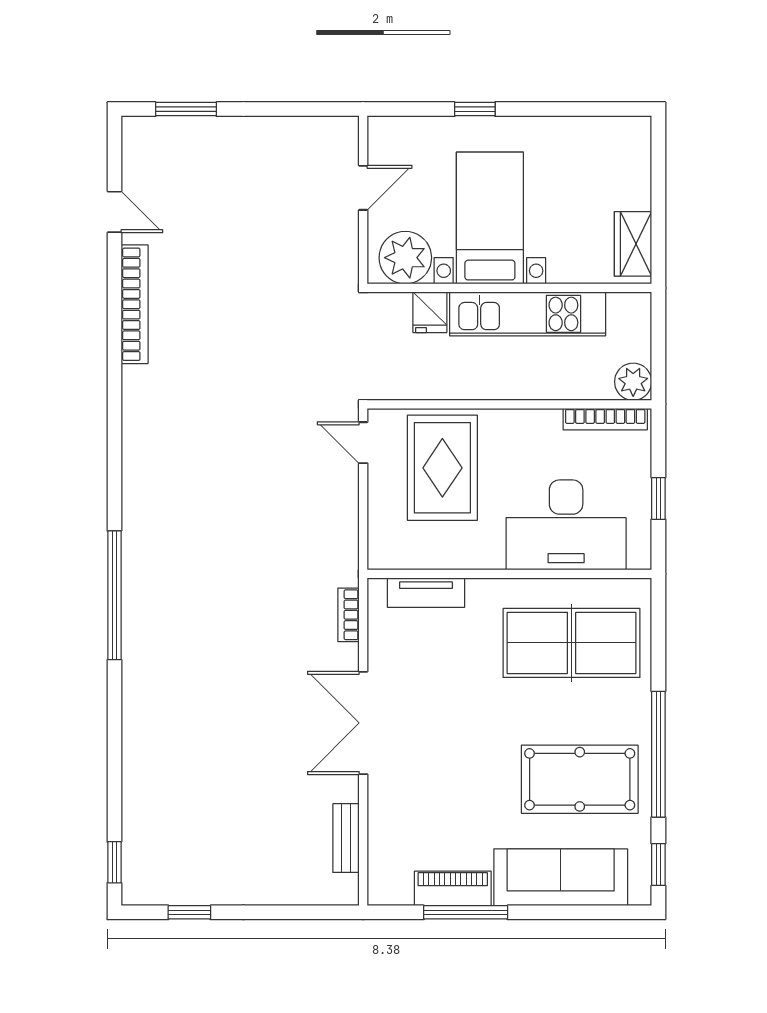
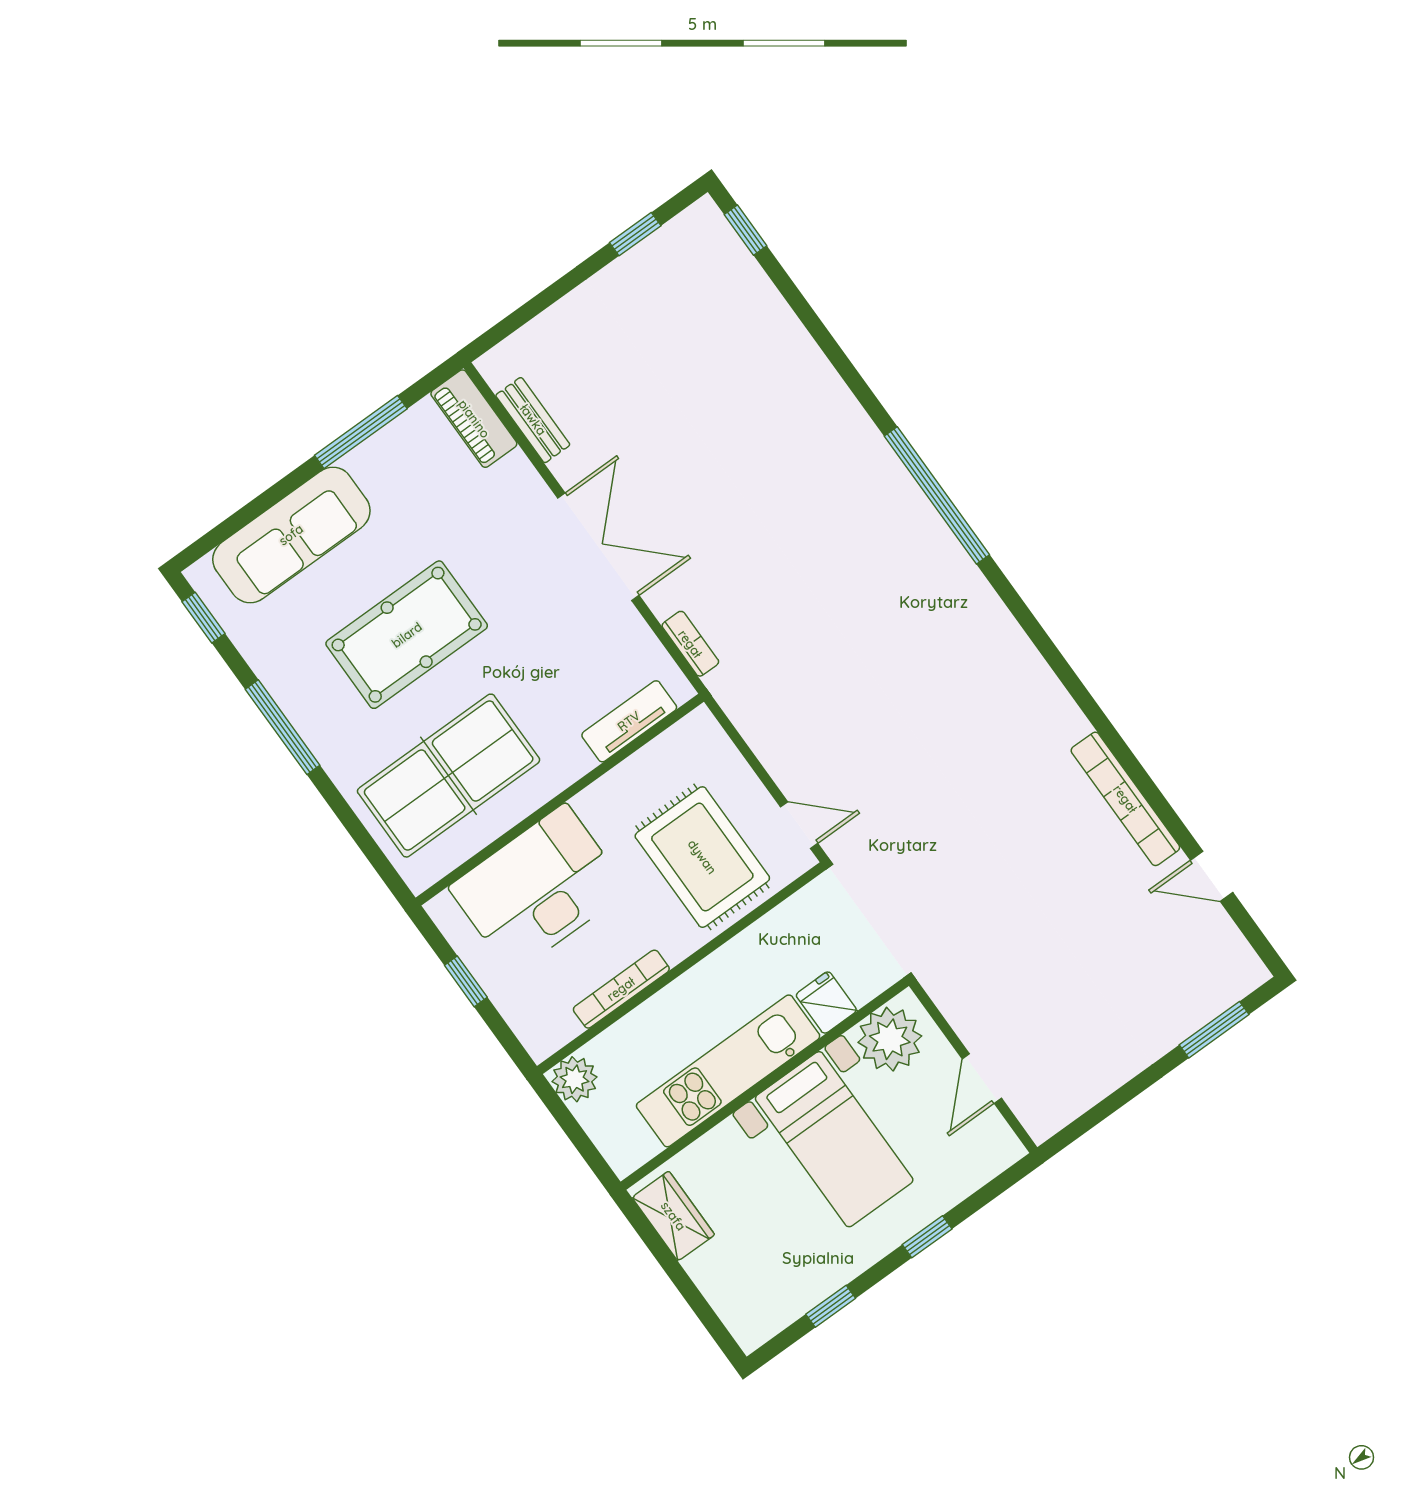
window: (572, 109) -> (831, 1306), added
bookcase: (605, 419) -> (621, 989), moved
window: (658, 754) -> (283, 727), width x0.68
pool table: (580, 779) -> (407, 635), moved
piano: (453, 888) -> (474, 419), moved, turned 90

